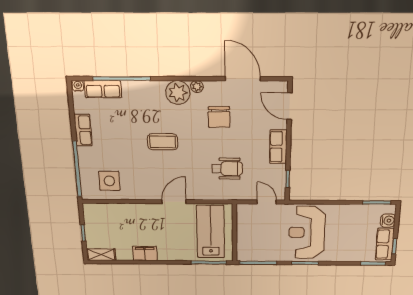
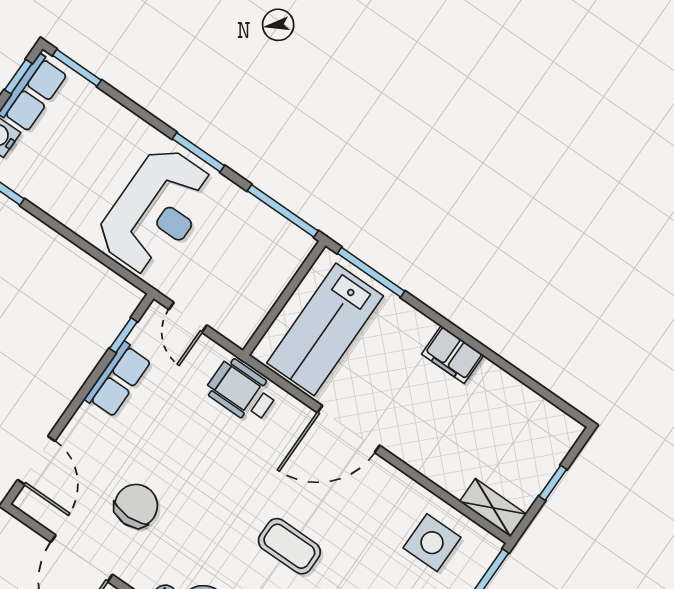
chair: (219, 117) -> (136, 506), moved
row of seats: (278, 147) -> (118, 380), moved
wheelchair: (227, 169) -> (242, 391), moved
door: (174, 202) -> (349, 429), width x1.36
filing cabinet: (145, 253) -> (453, 355), moved
shelving: (101, 255) -> (493, 508), moved

